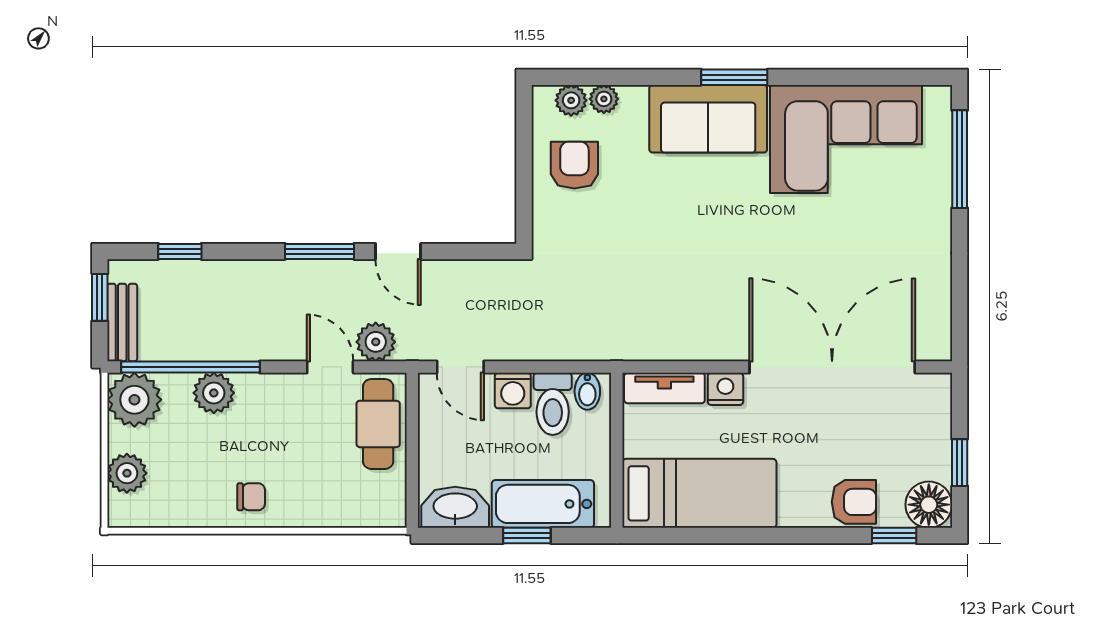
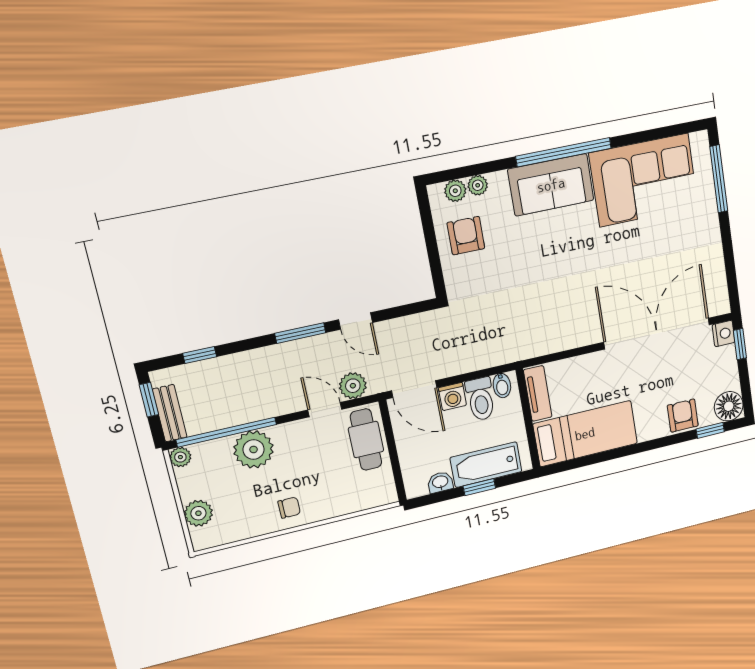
window: (734, 77) -> (564, 152), width x2.11
door: (460, 367) -> (414, 389), width x1.38
tv unit: (664, 388) -> (538, 393), moved, turned -90
nightstand: (725, 389) -> (724, 334), moved, turned 90
plant: (214, 393) -> (254, 449), width x1.36, depth x1.36
plant: (134, 400) -> (180, 457), width x0.53, depth x0.53
window: (960, 463) -> (740, 344), moved
armchair: (854, 502) -> (683, 416), turned -90
washbasin: (455, 507) -> (440, 482), width x0.52, depth x0.69

